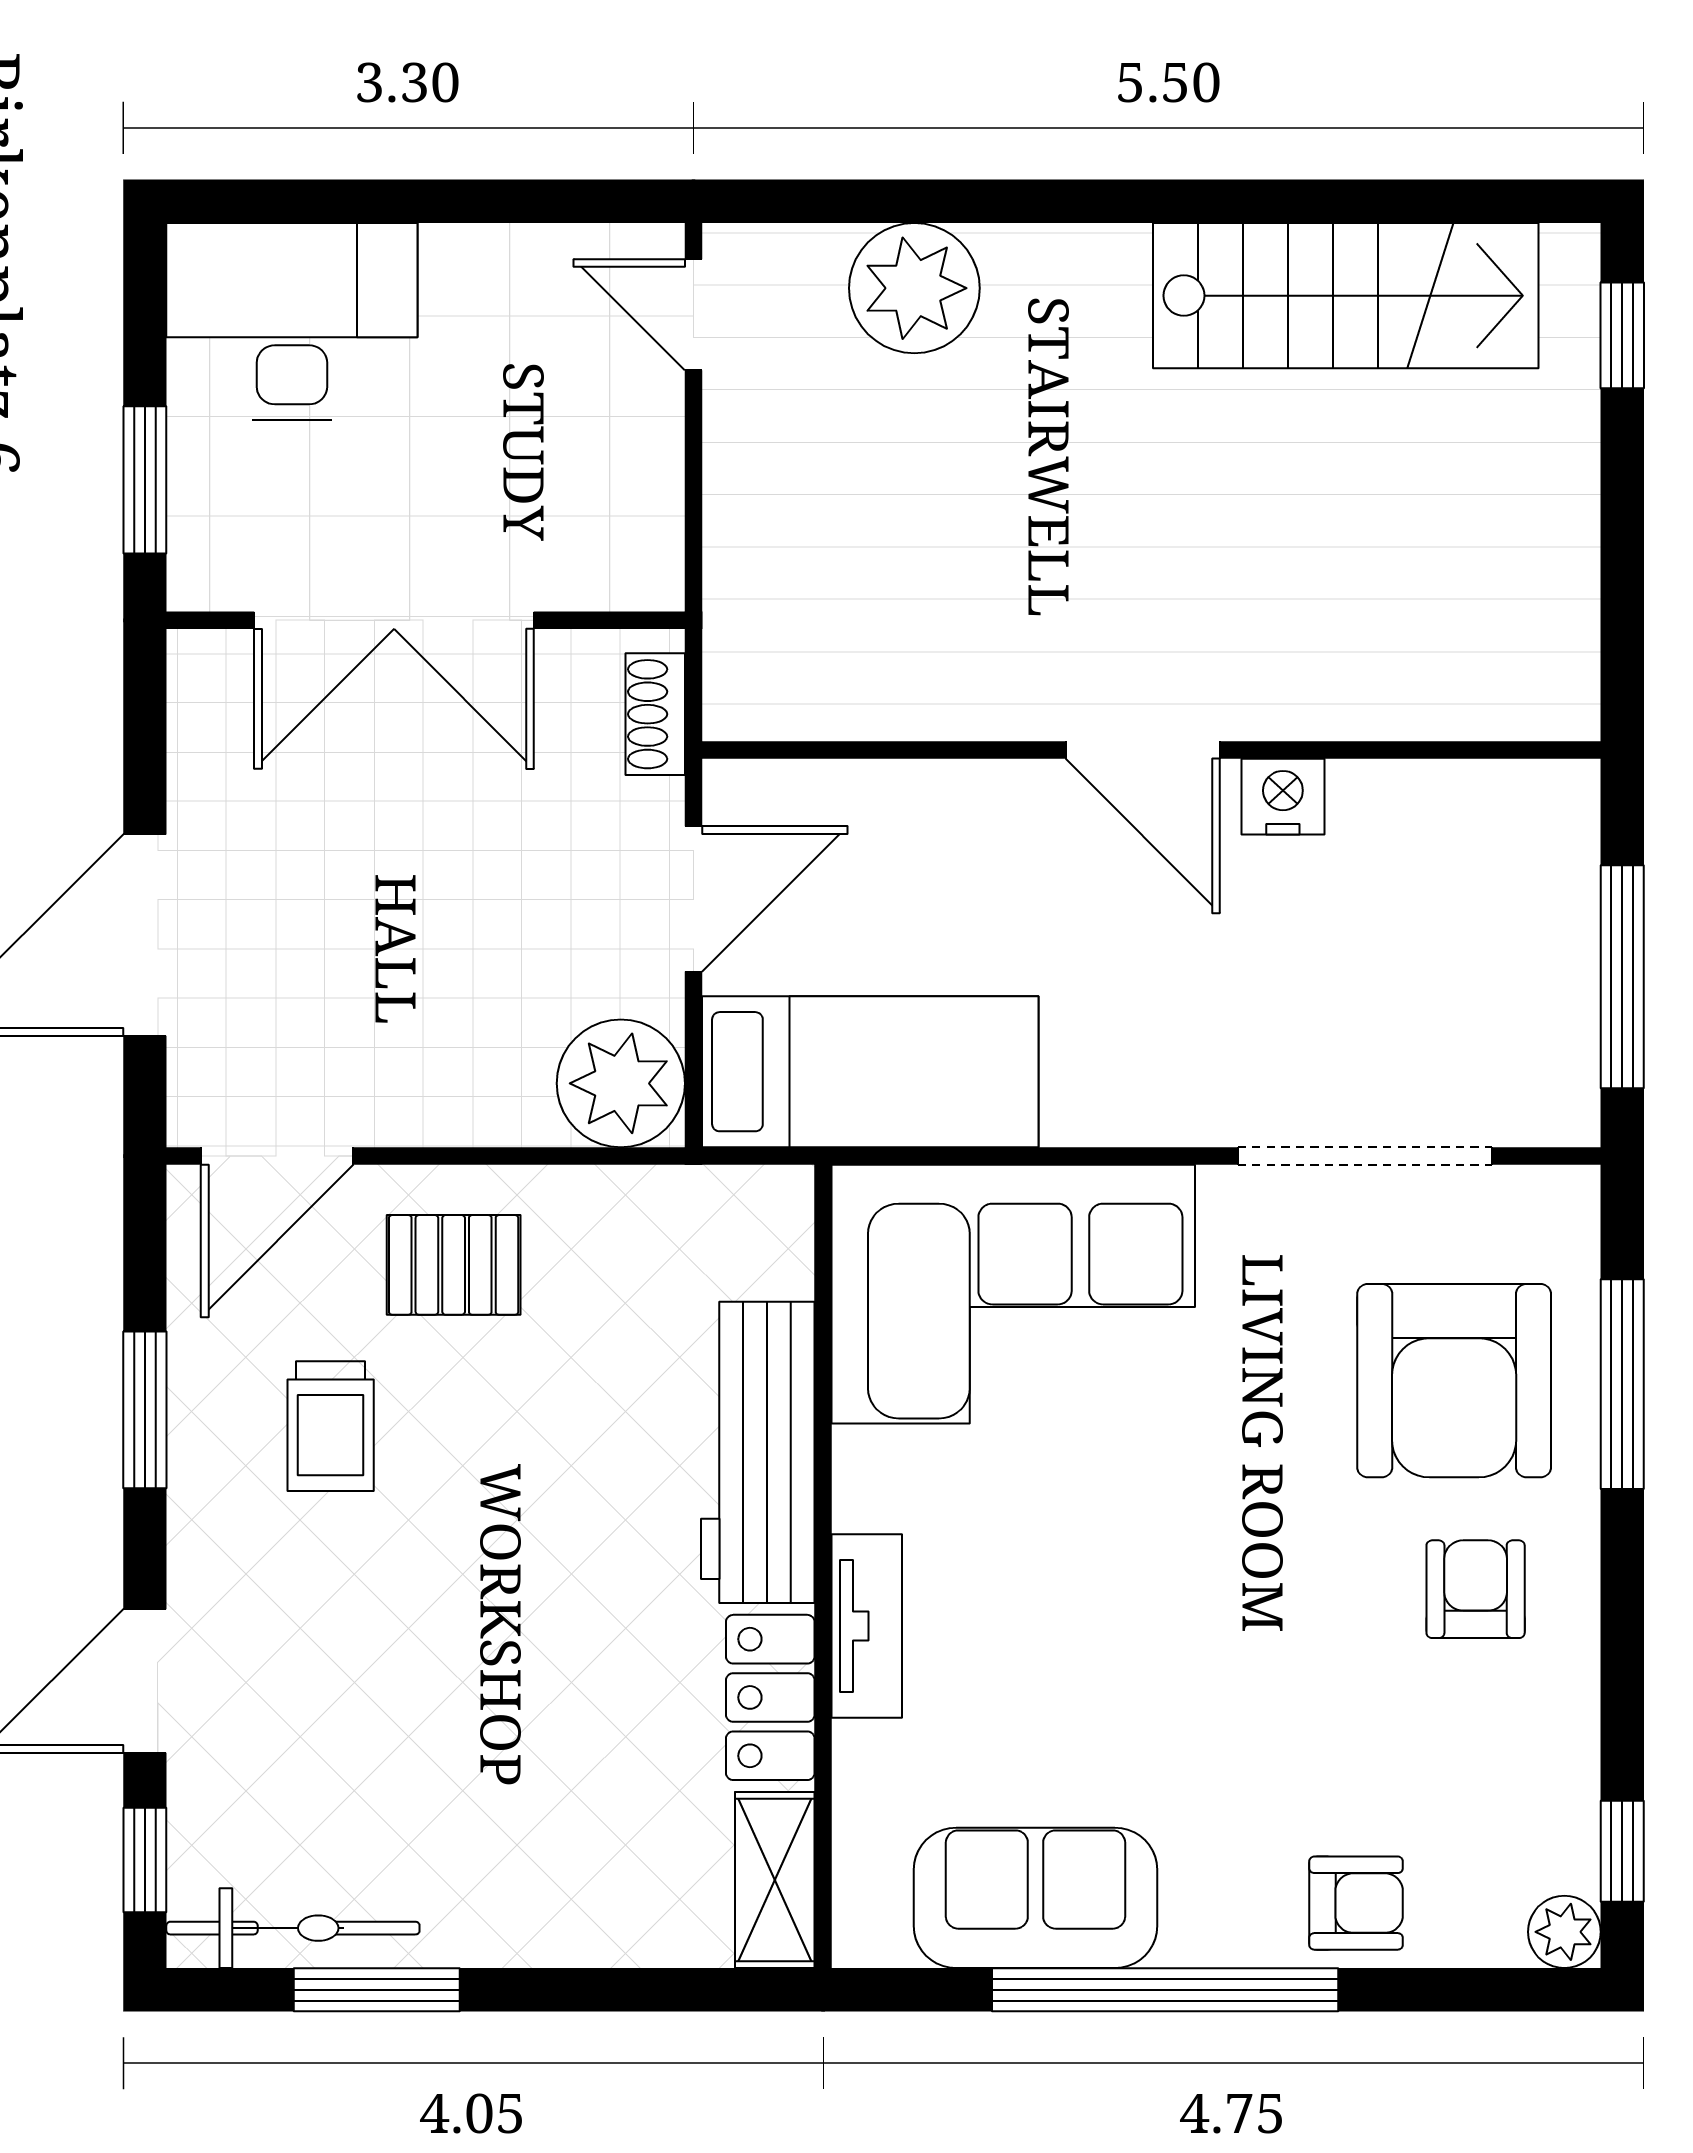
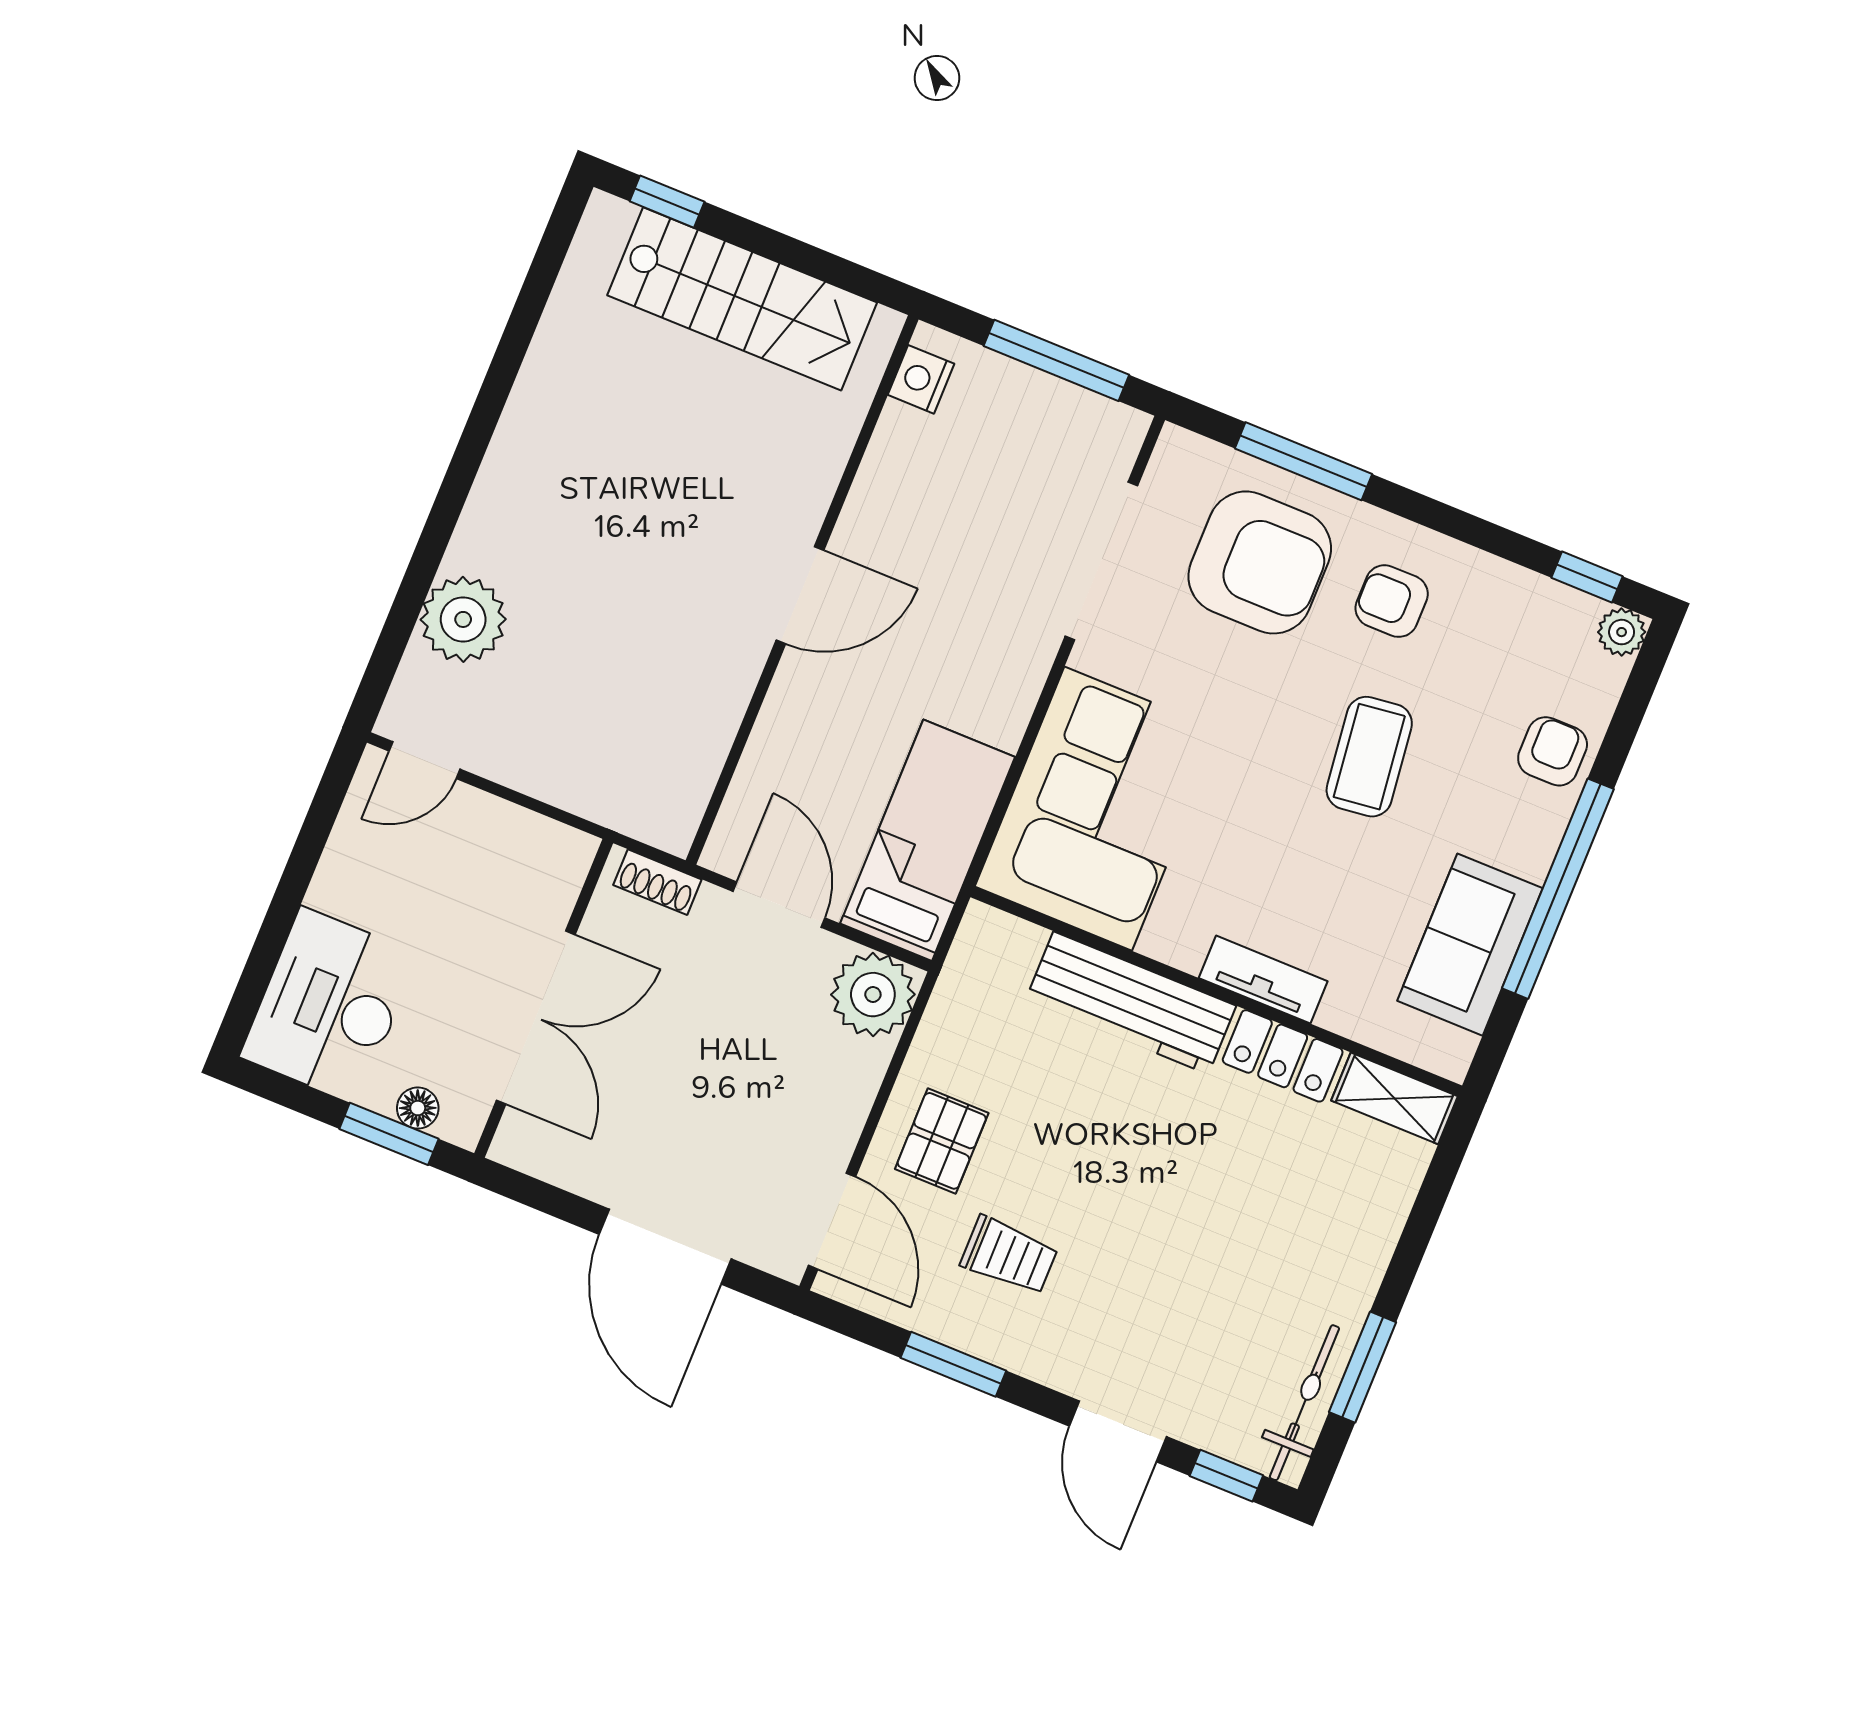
stairs: (1346, 296) -> (742, 299), moved, turned 90
floor lamp: (198, 506) -> (418, 1108), added
nightstand: (1283, 797) -> (921, 379), moved
coffee table: (1243, 1647) -> (1369, 757), added

